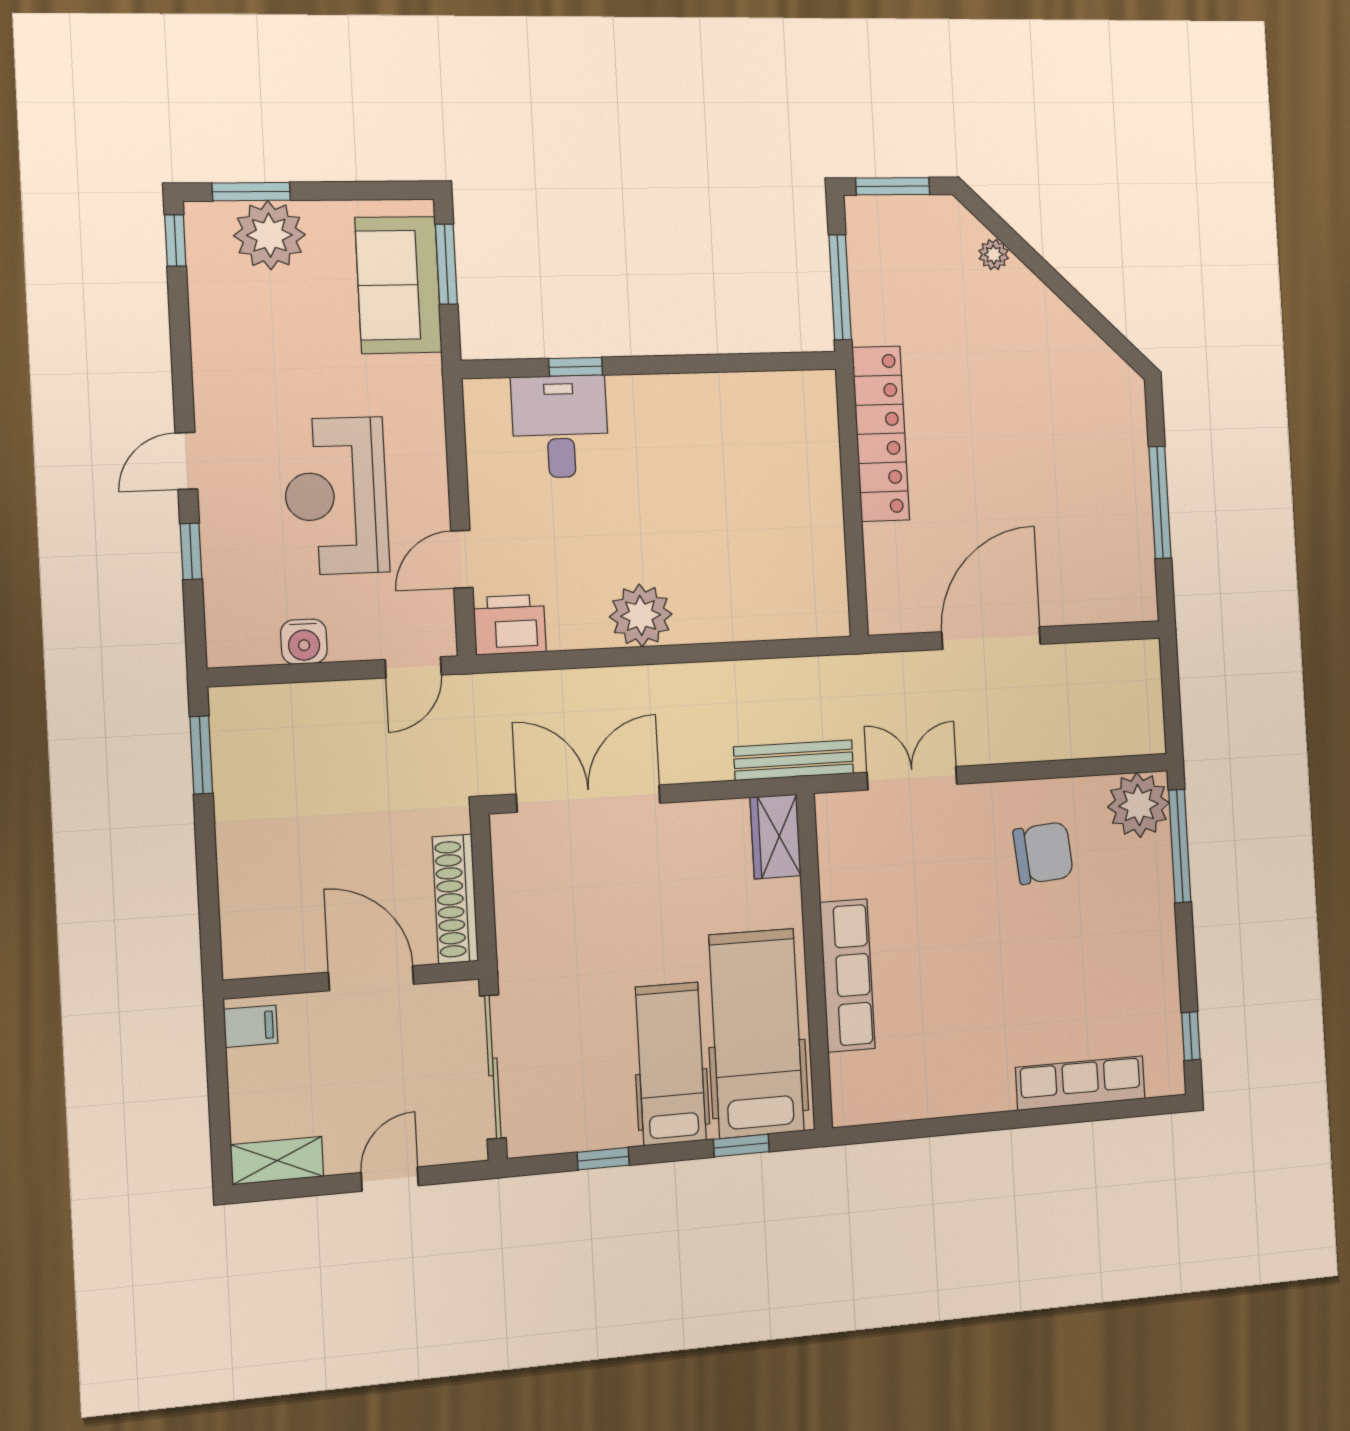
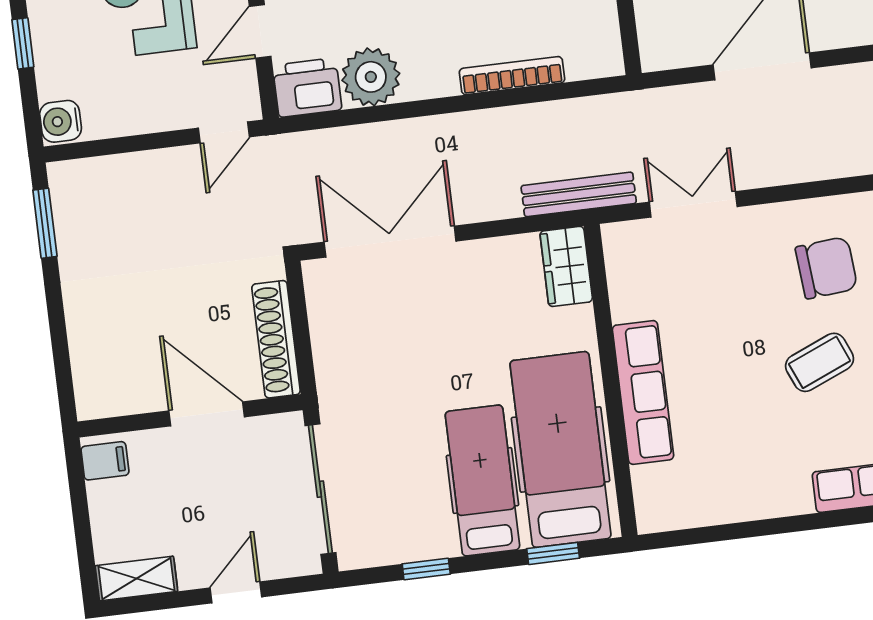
plant: (641, 615) -> (371, 77), moved
bookcase: (732, 628) -> (512, 76), added
water cooler: (304, 642) -> (61, 121), moved, turned 90
coffee table: (1030, 952) -> (820, 362), added

